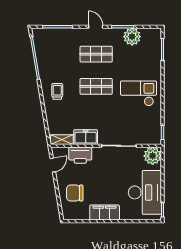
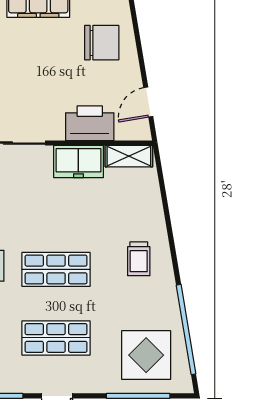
display table: (54, 46) -> (146, 355), added

